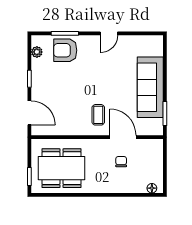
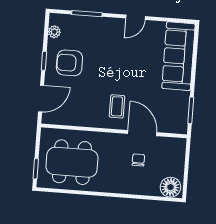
armchair: (65, 50) -> (69, 63), moved
sofa: (150, 87) -> (179, 56), moved
door: (29, 113) -> (41, 98), hinge flipped
floor lamp: (152, 188) -> (170, 187), width x1.89, depth x1.89

